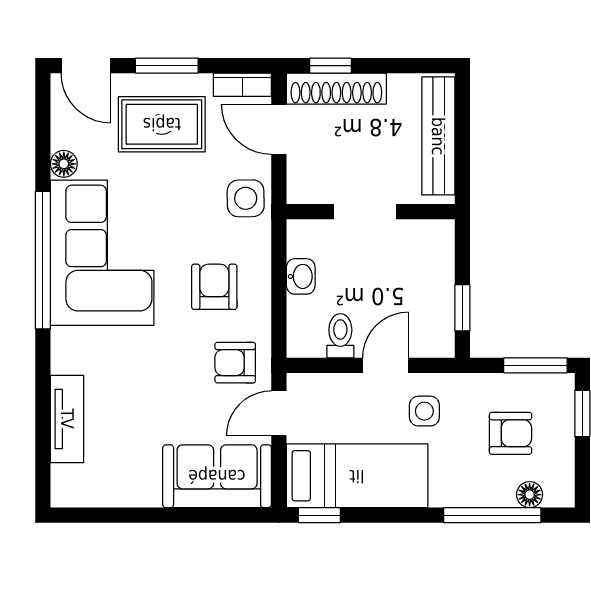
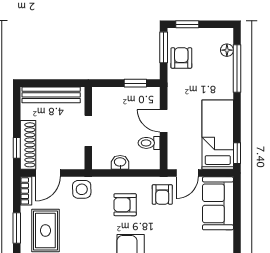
side table: (424, 411) -> (186, 102), removed
door: (279, 413) -> (187, 173), hinge flipped
armchair: (511, 433) -> (181, 58), moved

